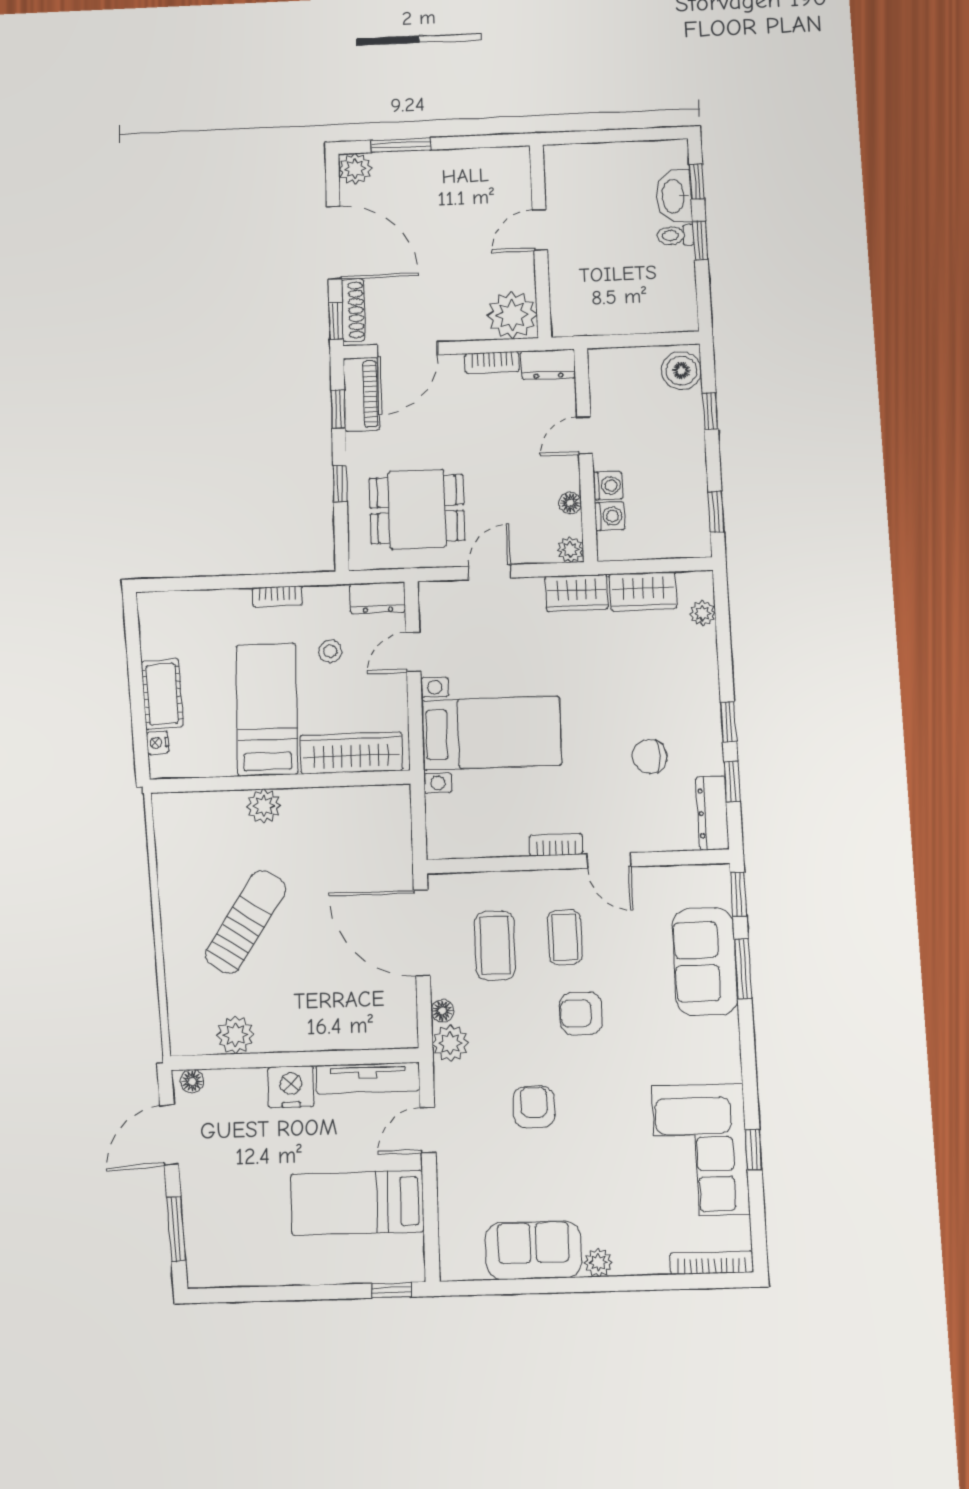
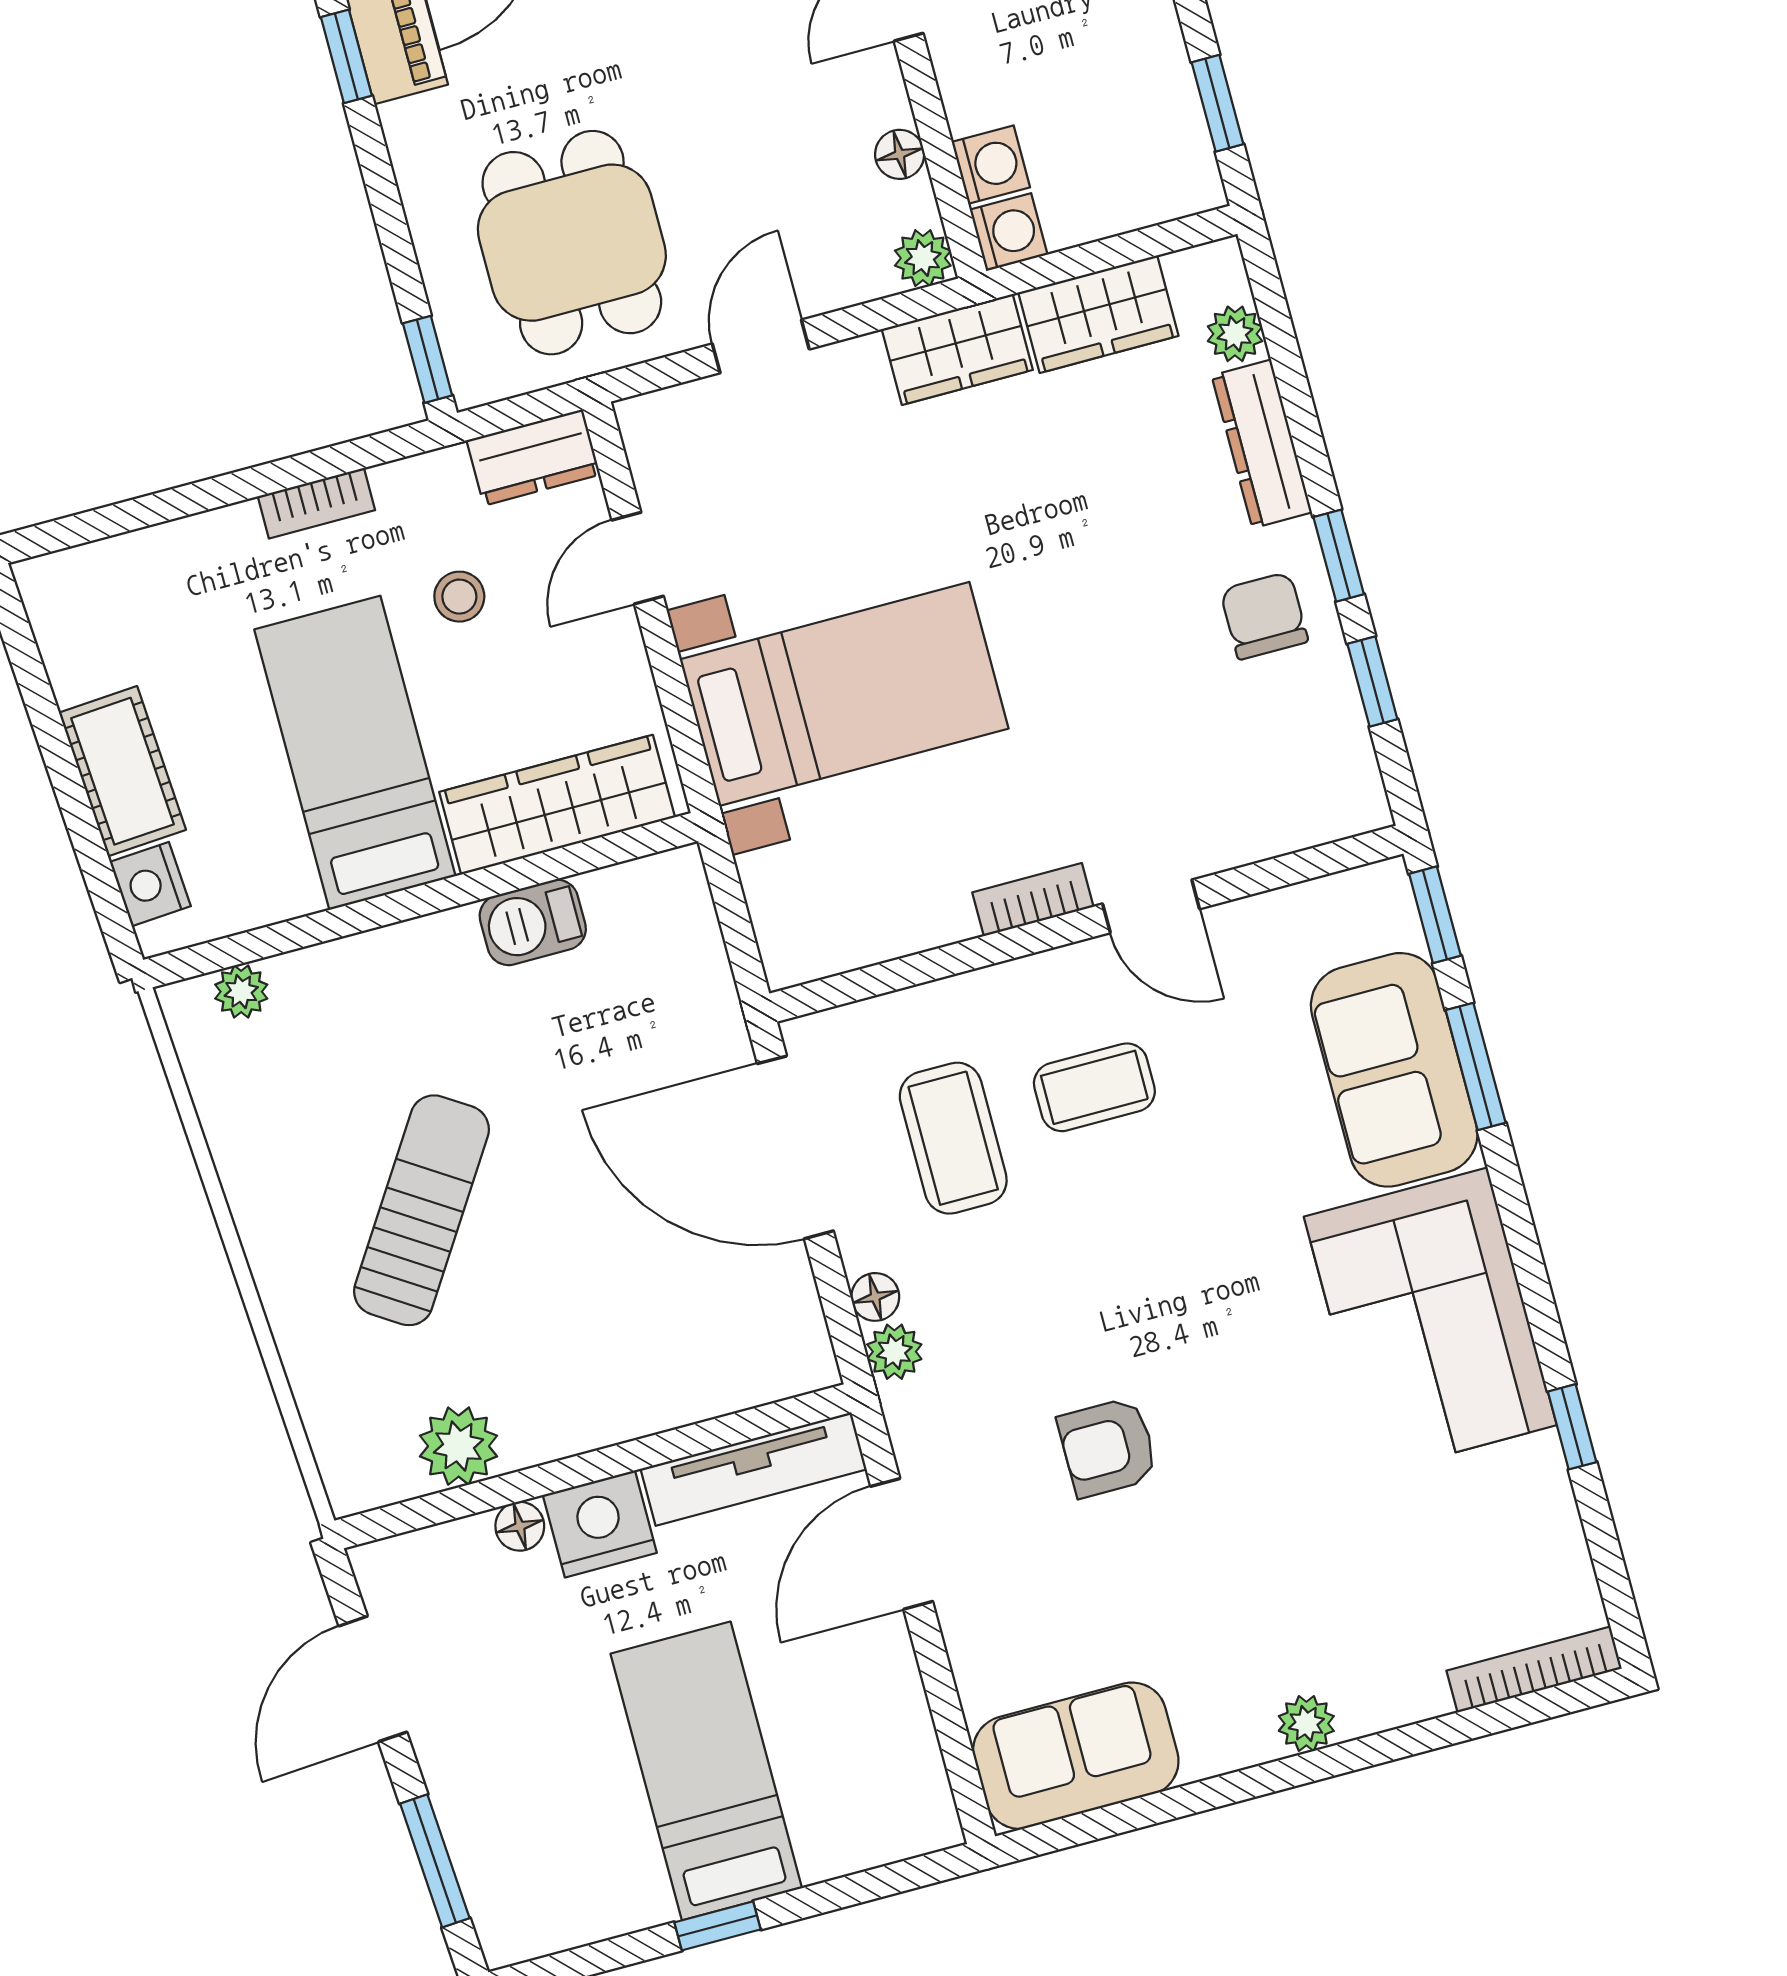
window: (340, 484) -> (428, 359), moved
washing machine: (608, 486) -> (1009, 232), moved
dining table: (417, 509) -> (572, 243), turned 90
nightstand: (158, 743) -> (150, 884), width x1.39, depth x1.35
chair: (650, 756) -> (1264, 616), moved, turned 90
barbecue: (328, 803) -> (533, 922), added
plant: (264, 806) -> (241, 992), moved, width x0.73, depth x0.73
dresser: (713, 813) -> (1262, 444), moved
coffee table: (565, 937) -> (1094, 1087), turned 90
armchair: (581, 1013) -> (1162, 1235), removed
plant: (450, 1043) -> (894, 1352), width x0.73, depth x0.73
floor lamp: (192, 1081) -> (520, 1526), moved
armchair: (534, 1107) -> (1108, 1447), turned -90
door: (428, 1130) -> (902, 1544), width x1.38
corner sofa: (701, 1150) -> (1430, 1321), moved
bed: (357, 1203) -> (706, 1771), moved, turned 90
sofa: (533, 1250) -> (1076, 1756), moved
window: (391, 1290) -> (717, 1926), moved

